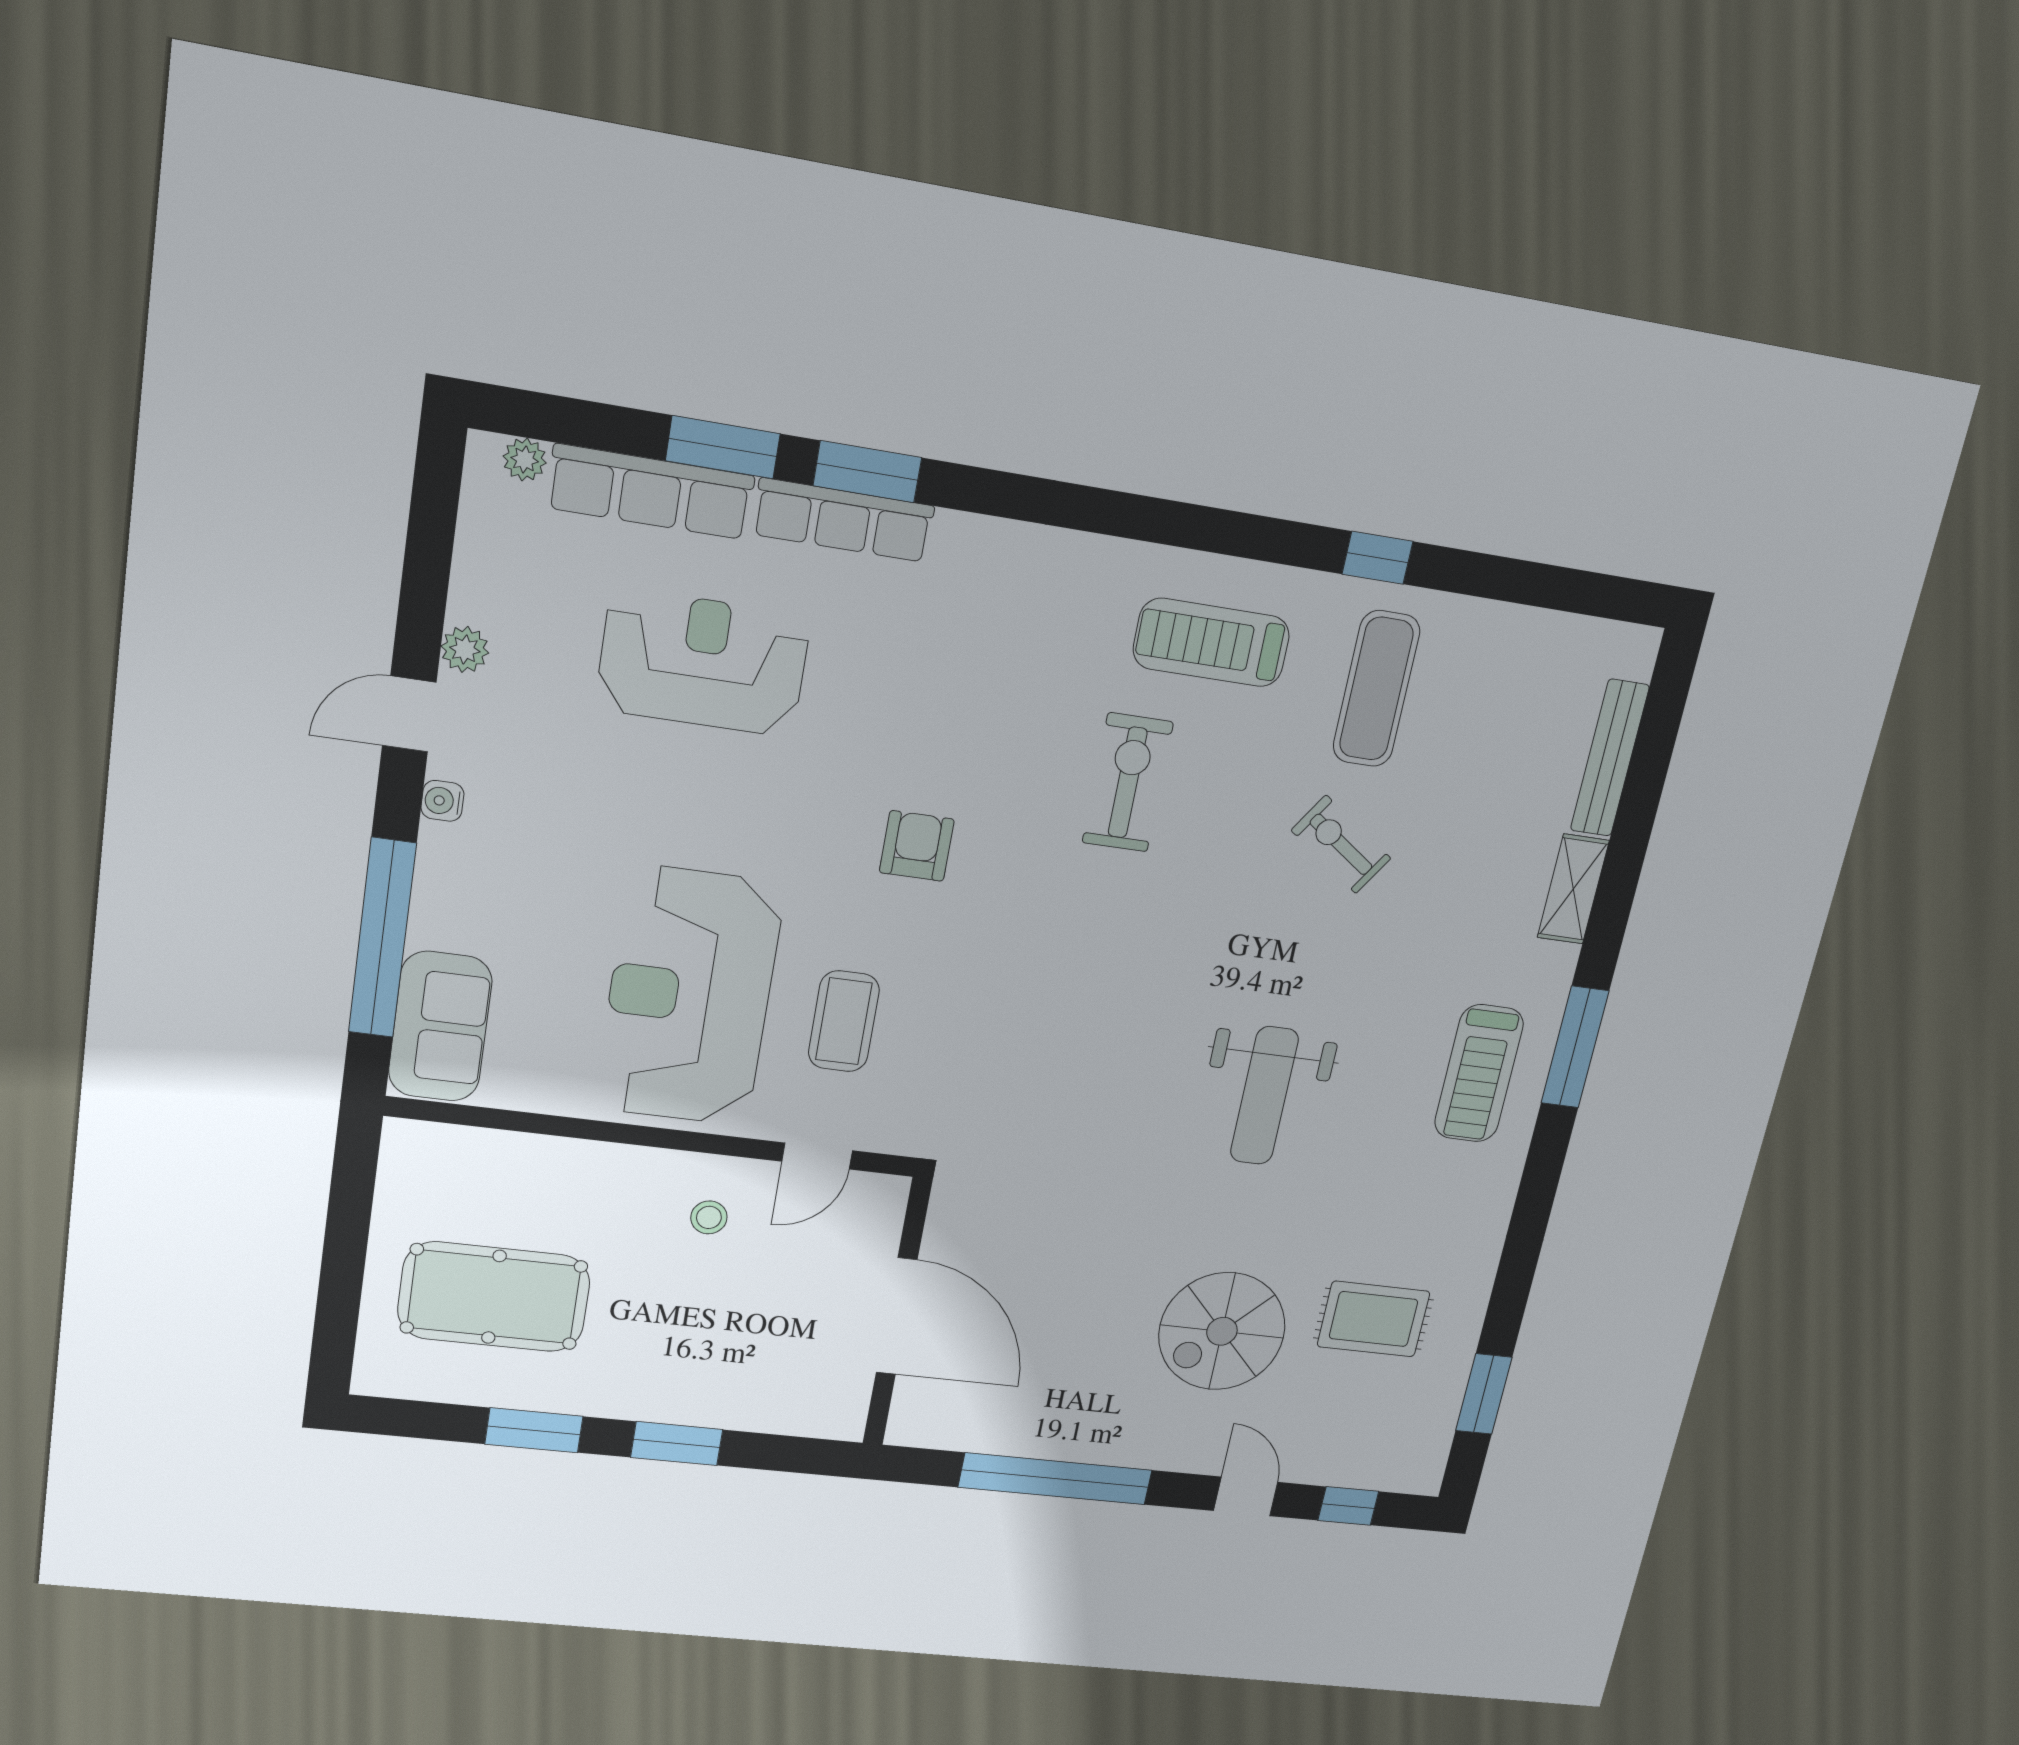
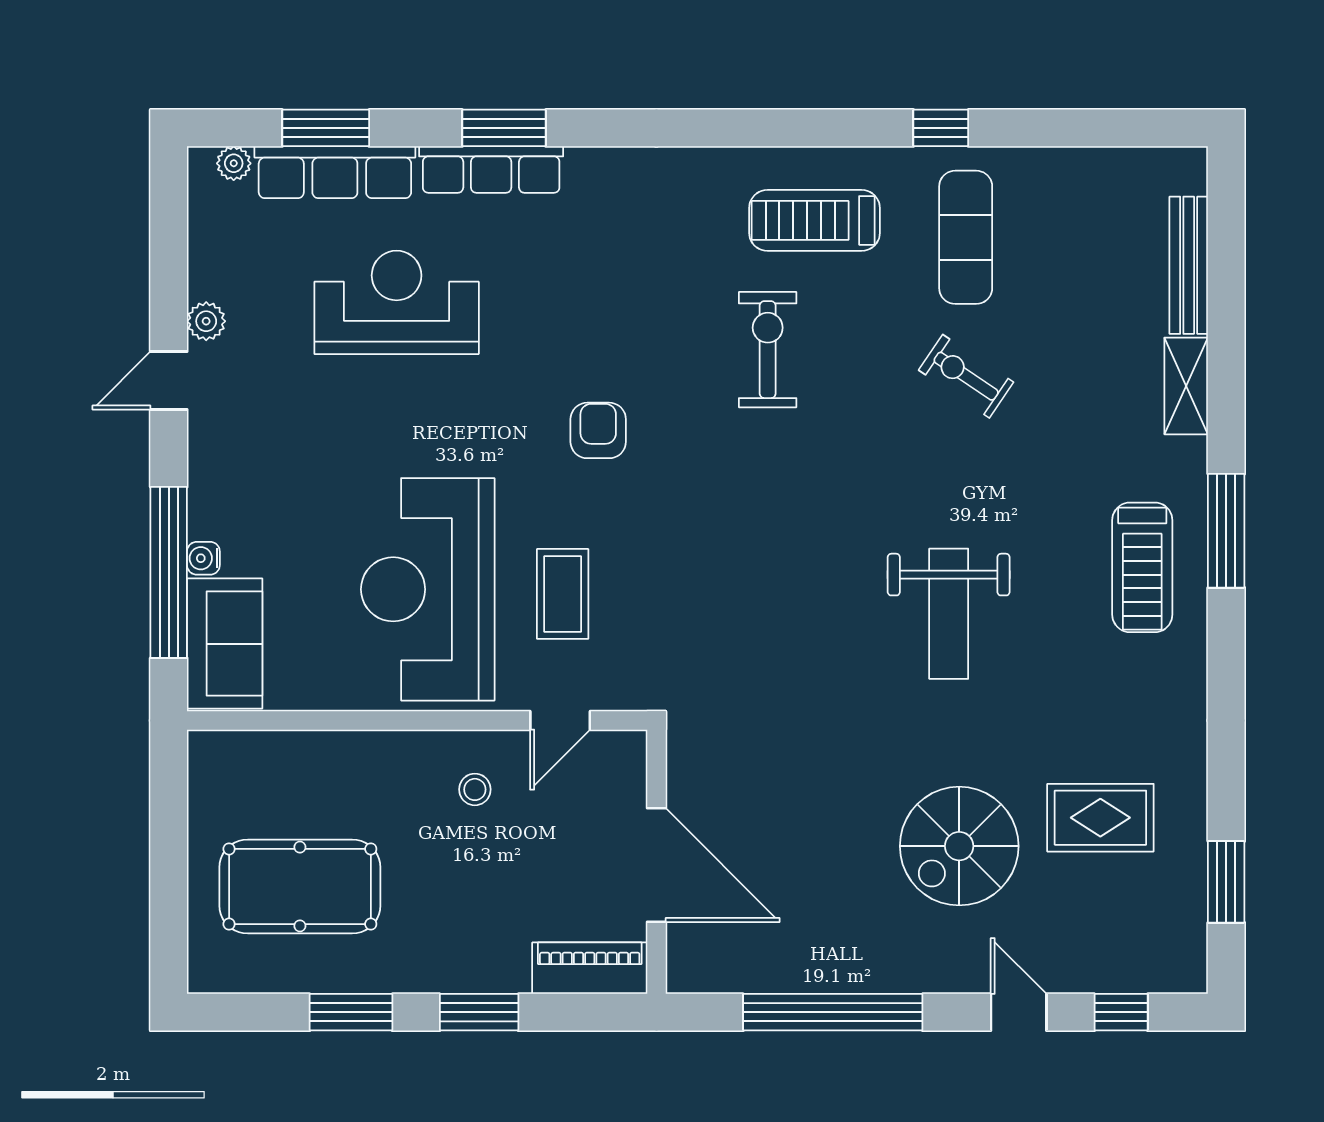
window: (723, 447) -> (326, 128), moved
water cooler: (442, 801) -> (203, 558), moved
piano: (805, 1412) -> (590, 968), added

